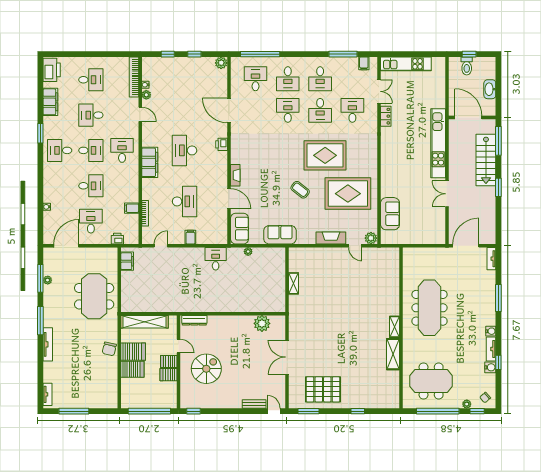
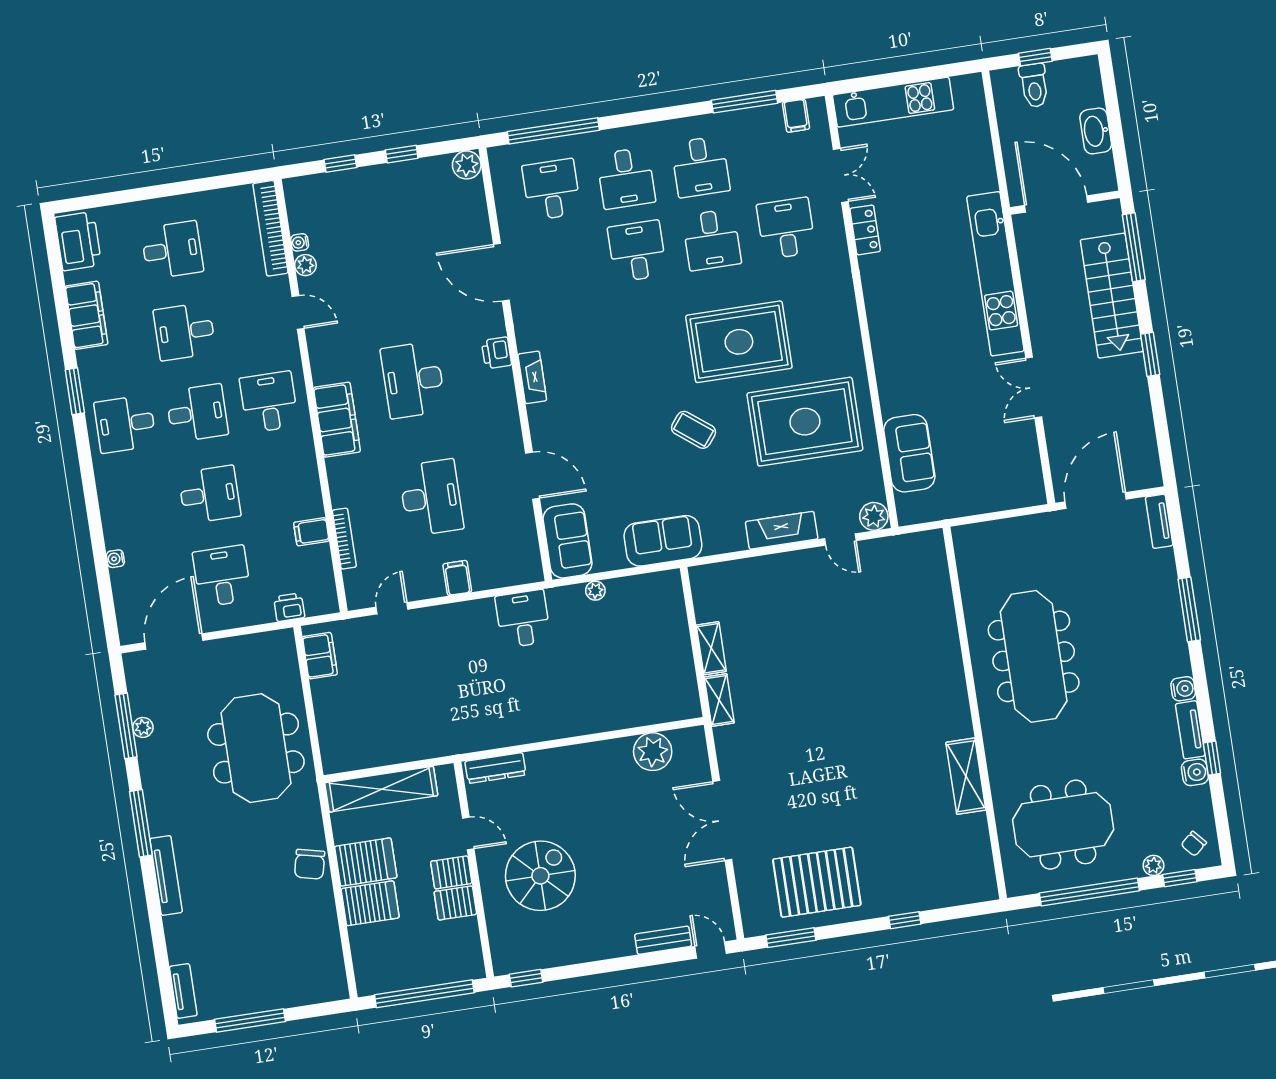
fireplace: (235, 175) -> (532, 377), moved
shelving: (394, 327) -> (719, 700), moved

